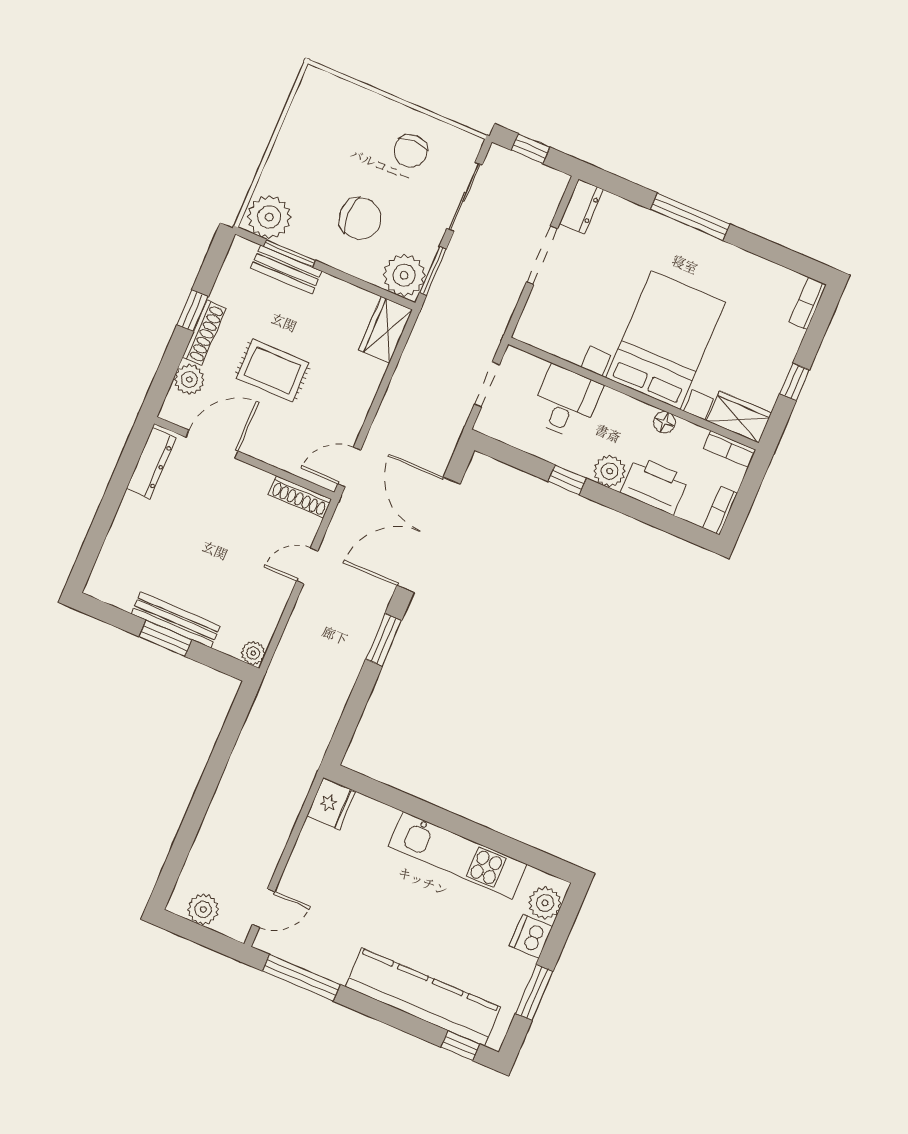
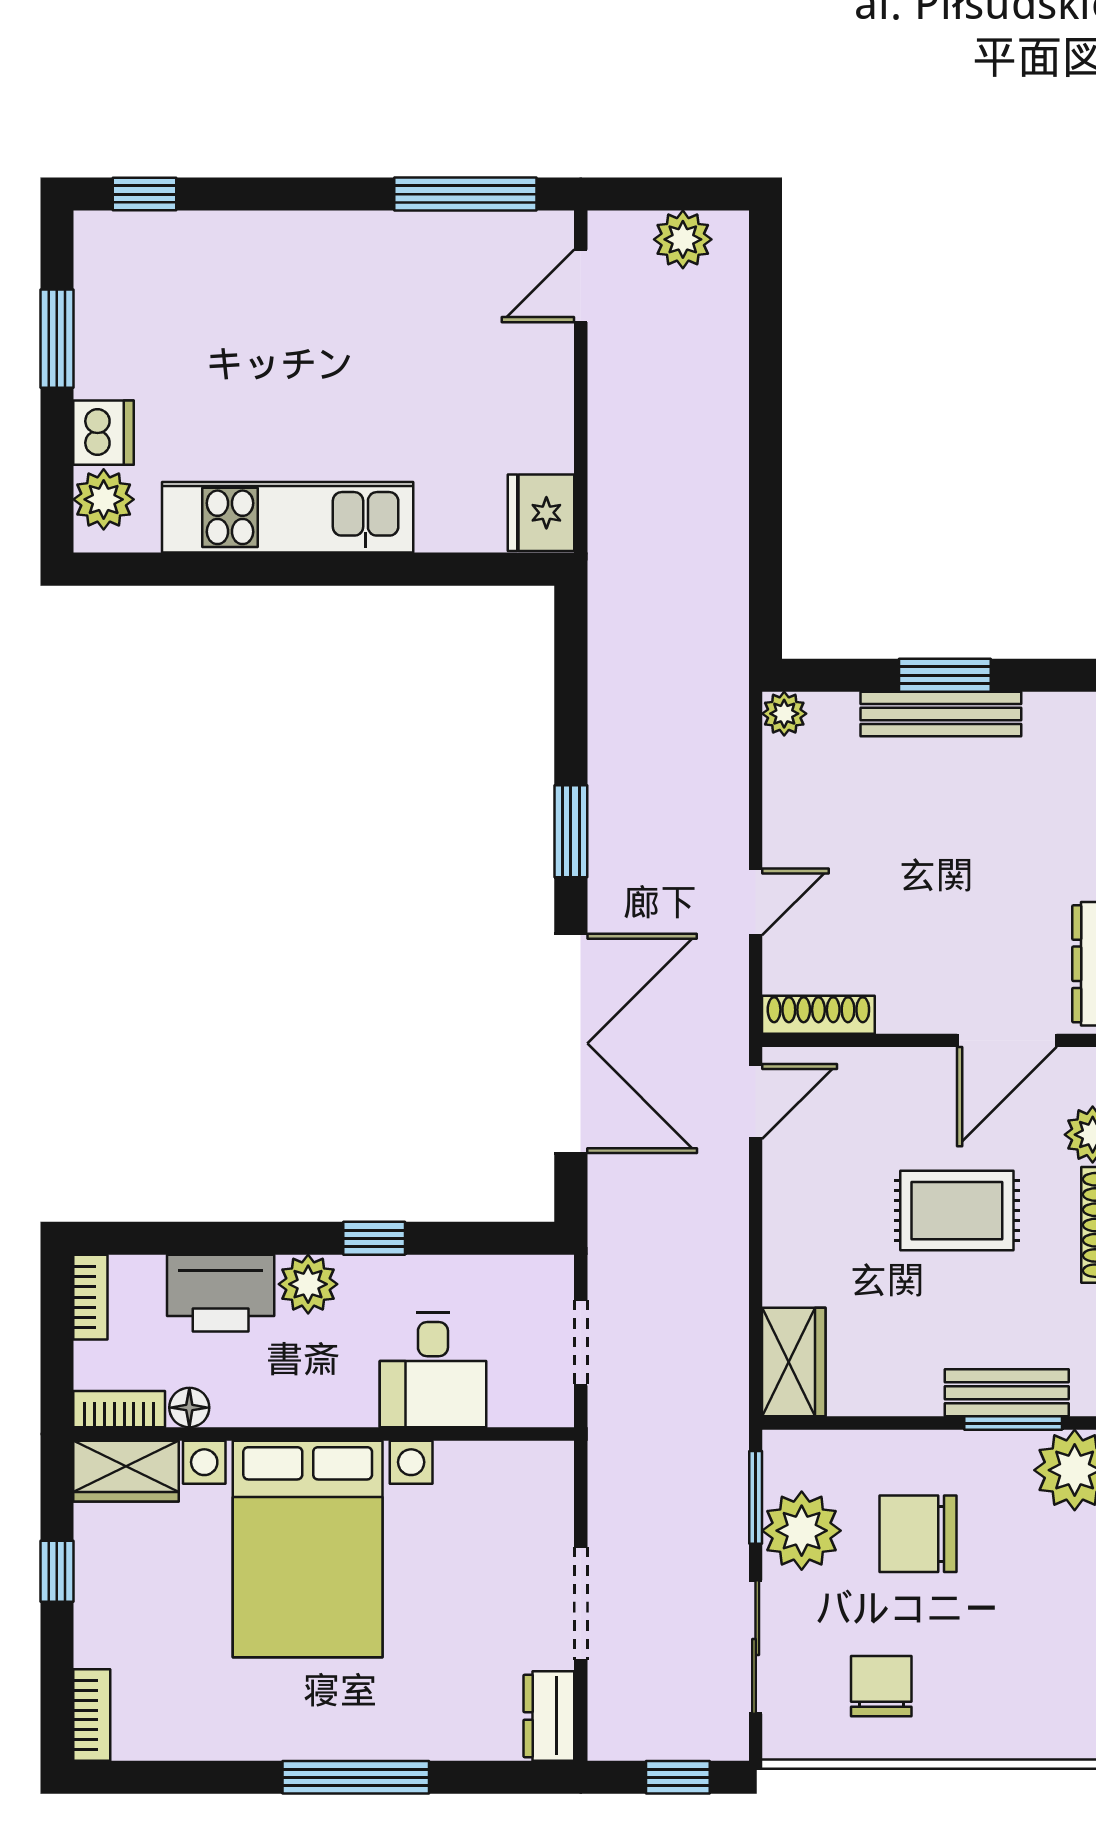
plant: (404, 275) -> (802, 1531), moved
floor lamp: (664, 422) -> (189, 1408), moved
kitchen counter: (423, 997) -> (244, 250), removed

